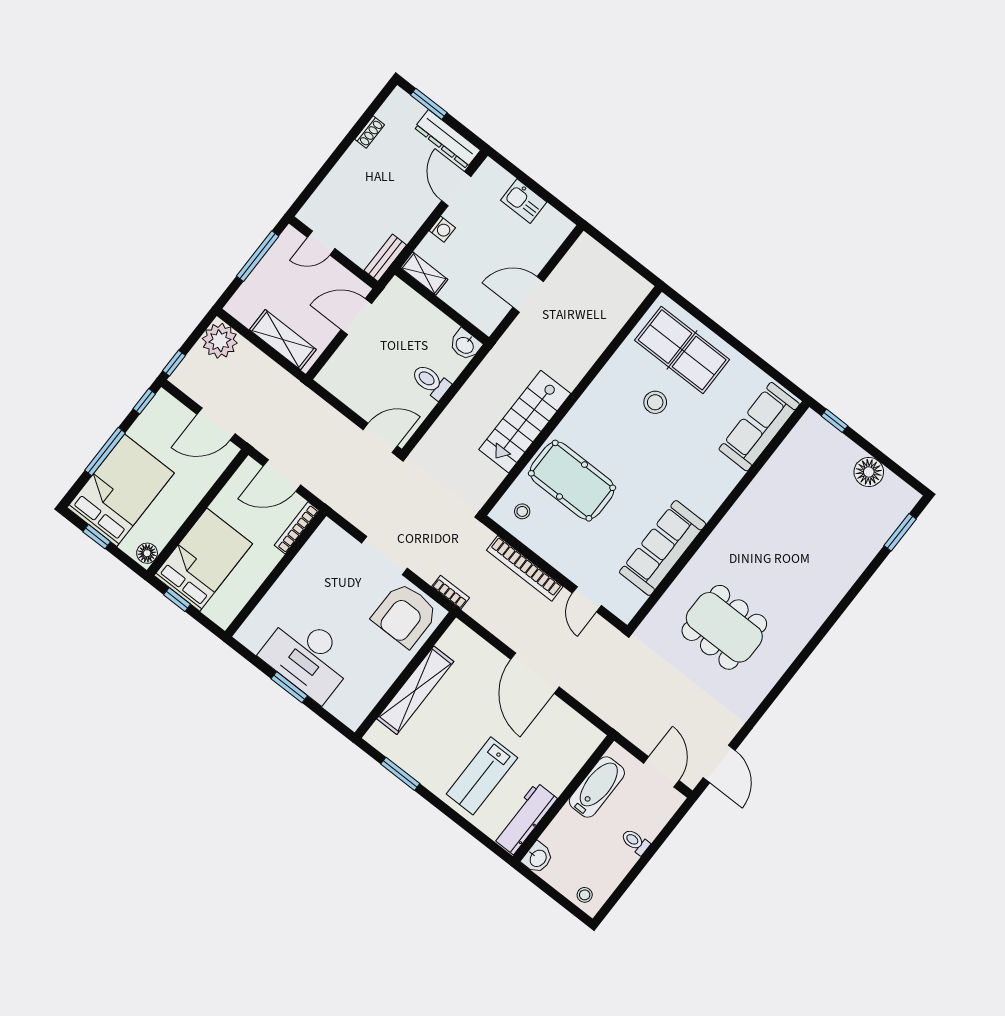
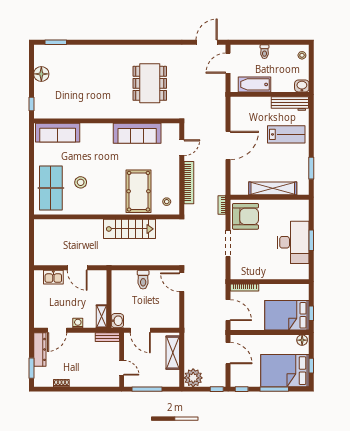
kitchen sink: (524, 201) -> (53, 277), moved, turned 90
washbasin: (465, 345) -> (117, 321), moved

